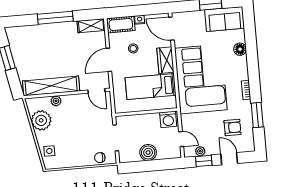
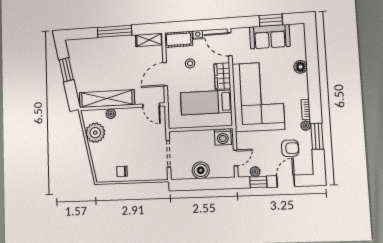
sofa: (225, 19) -> (270, 37), moved
plant: (246, 105) -> (306, 126), added
door: (181, 139) -> (236, 158), hinge flipped
side table: (49, 151) -> (102, 164), removed
chair: (100, 158) -> (122, 171), moved
door: (229, 159) -> (286, 181), hinge flipped

